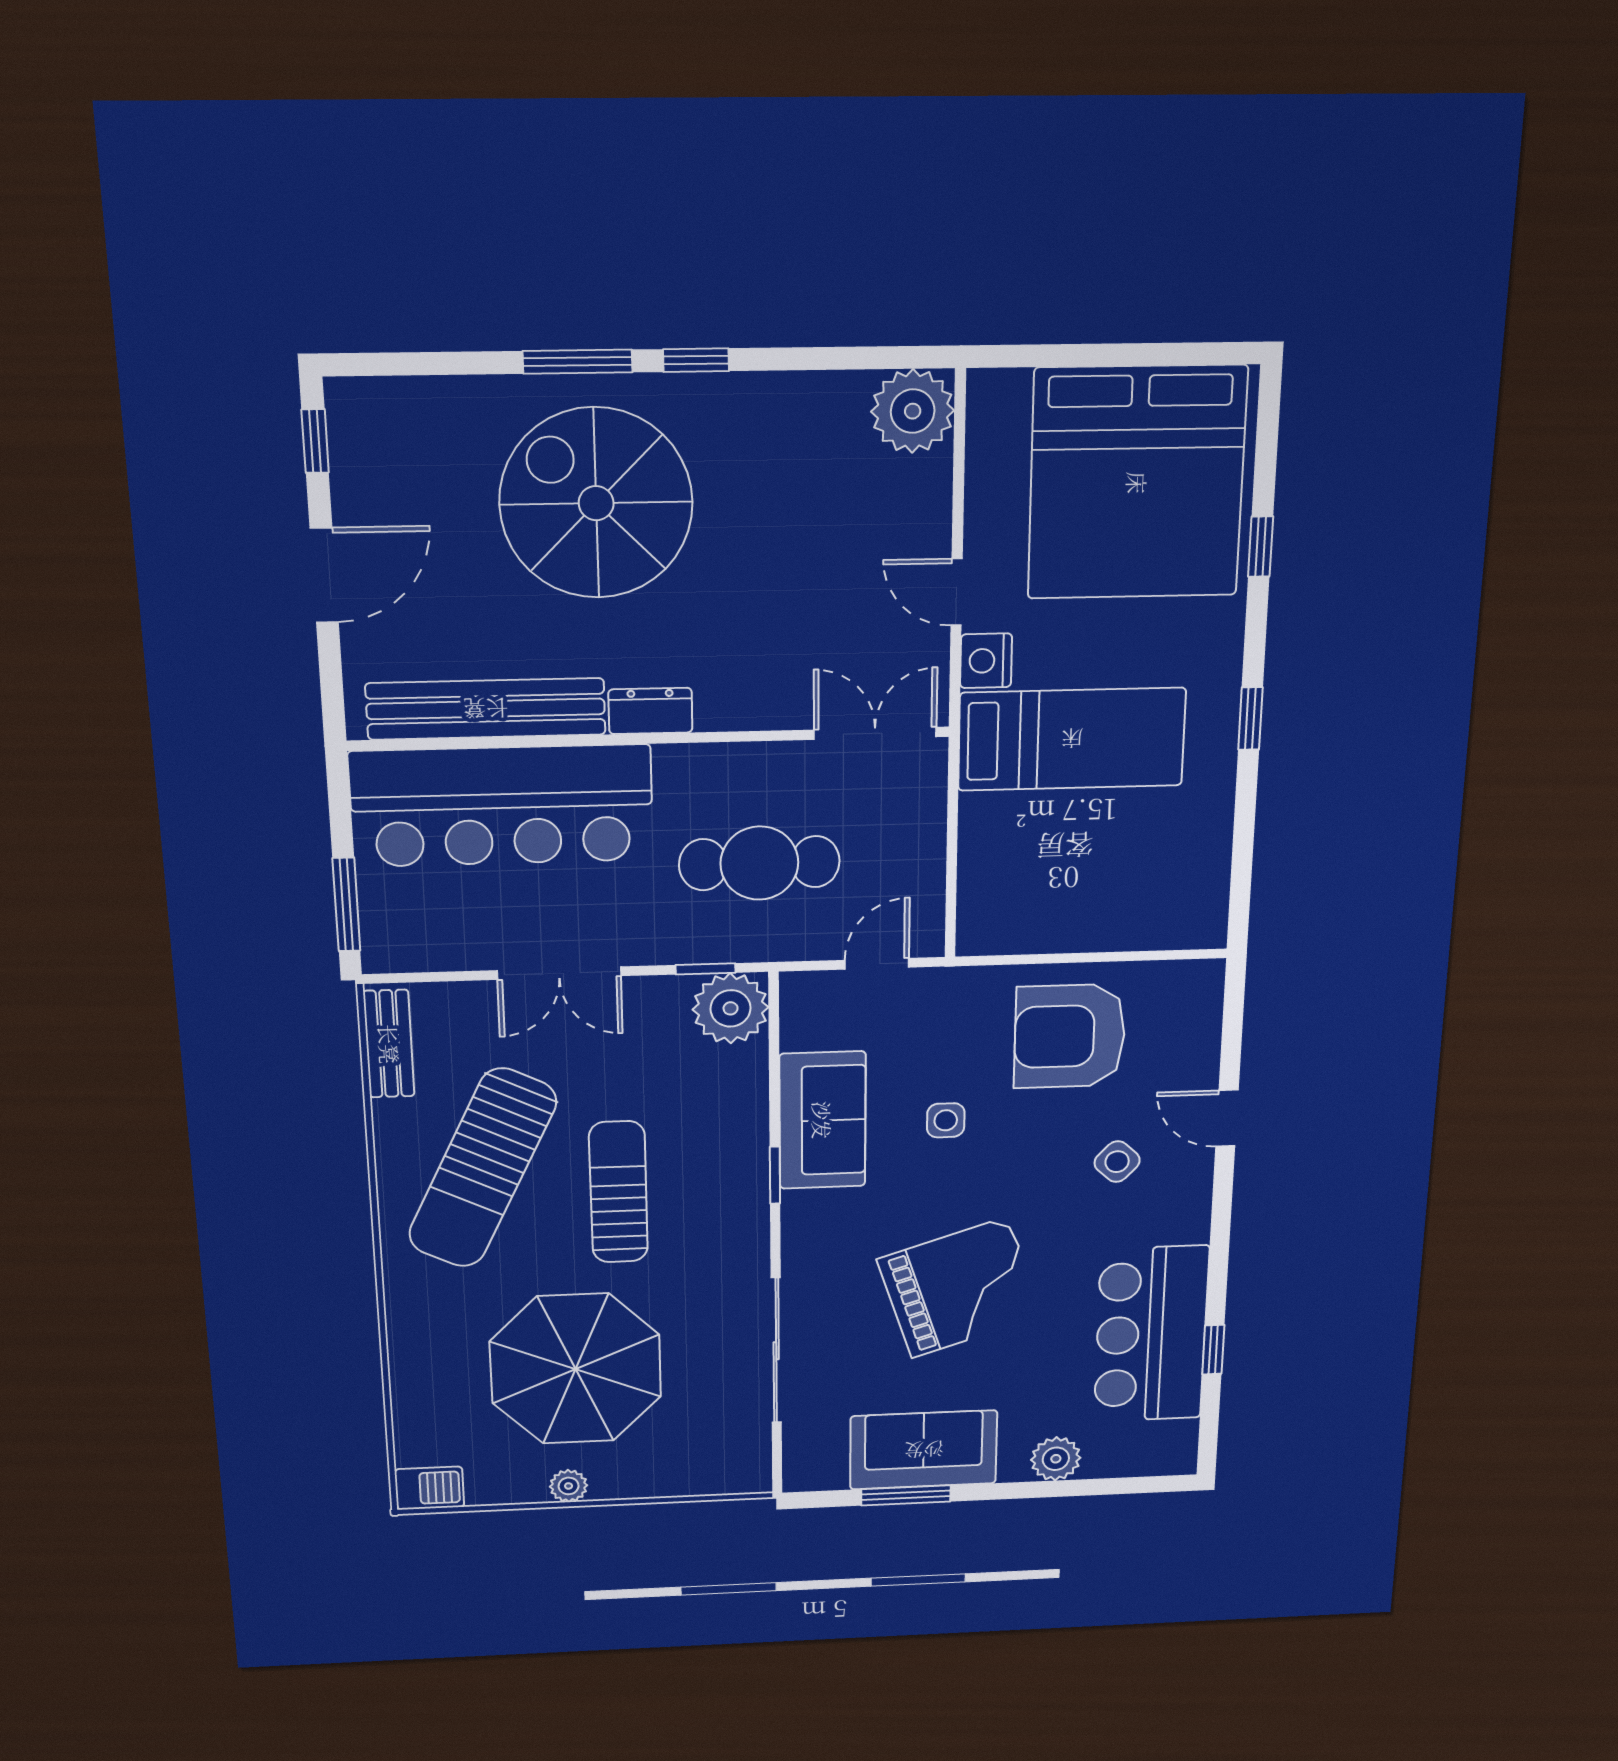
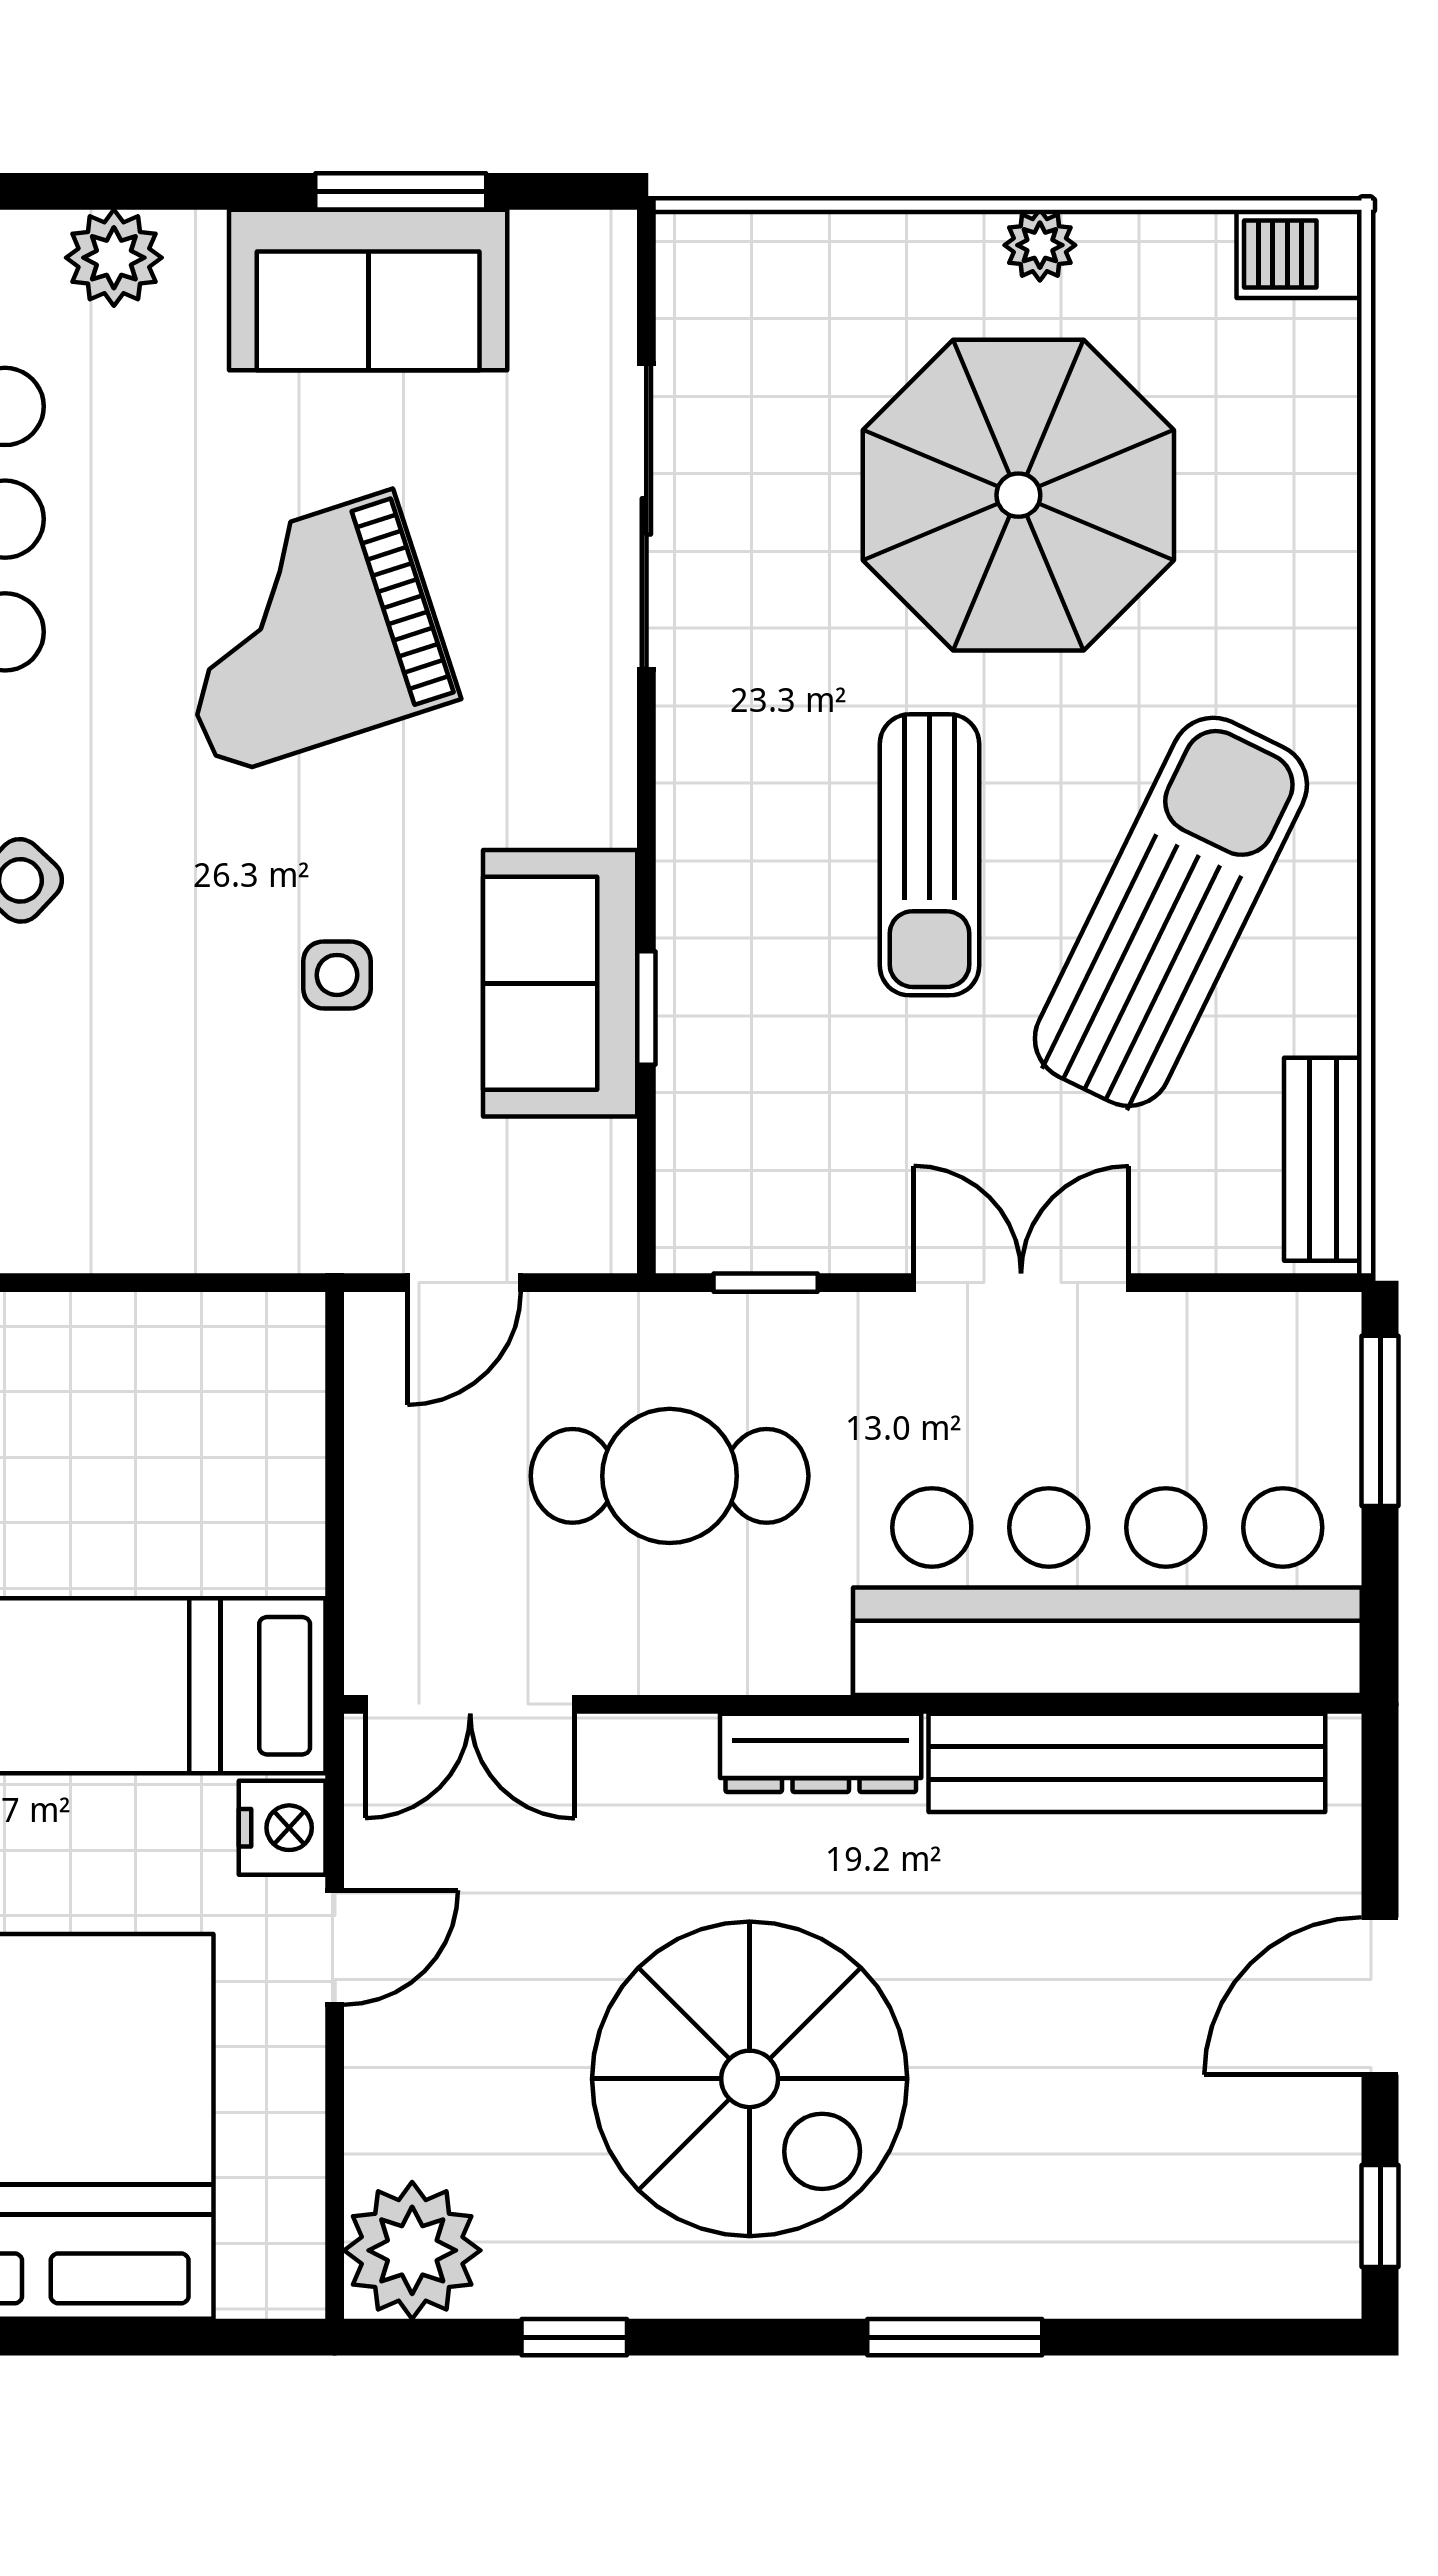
window: (696, 360) -> (574, 2337), moved
spiral stairs: (596, 503) -> (750, 2079), moved
door: (957, 592) -> (335, 1947), hinge flipped
dresser: (650, 711) -> (821, 1753), width x1.44
plant: (731, 1008) -> (723, 1206), removed
armchair: (1070, 1036) -> (116, 1132), removed
window: (775, 1175) -> (646, 1008), moved

